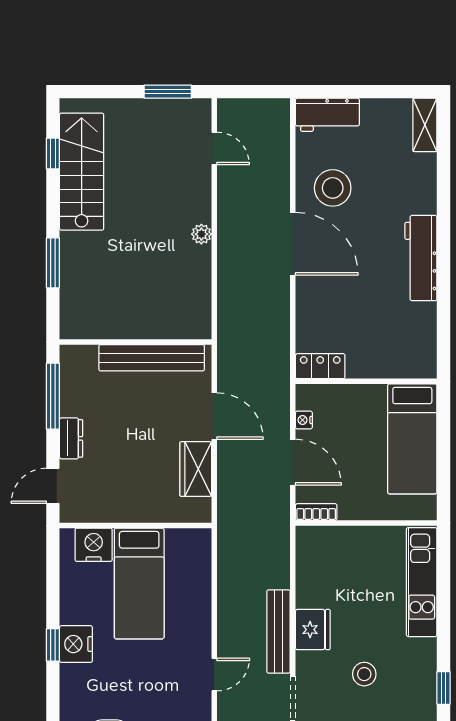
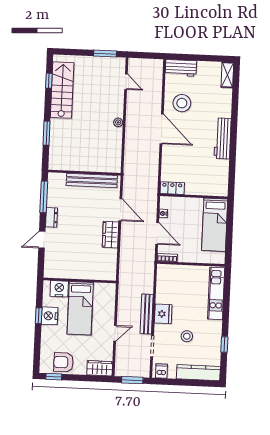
wall: (136, 526) -> (80, 280), moved
nightstand: (94, 545) -> (59, 289), moved
bed: (139, 583) -> (80, 308), moved

